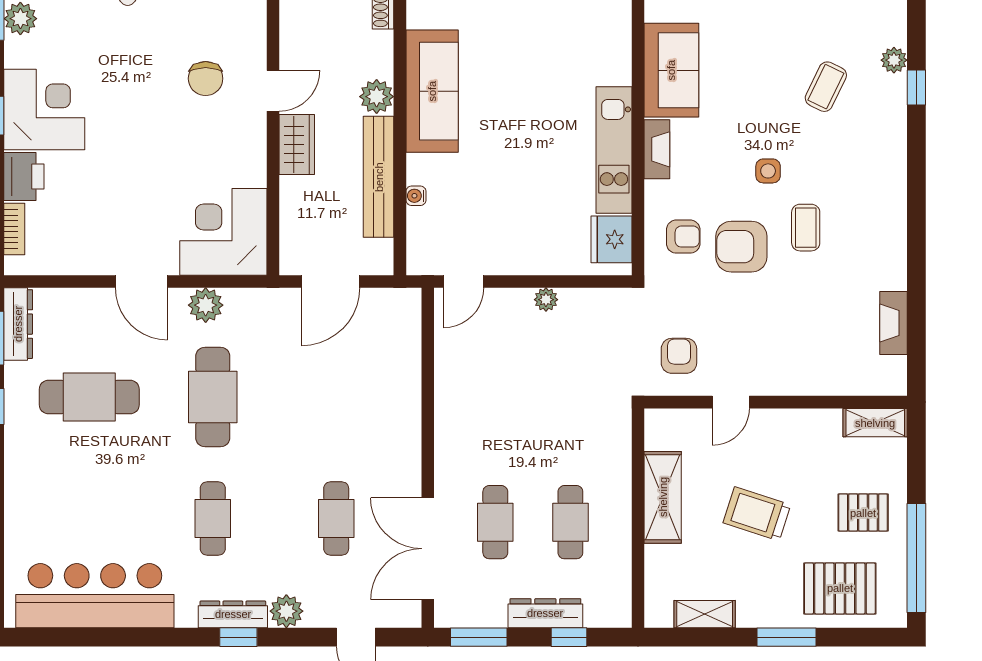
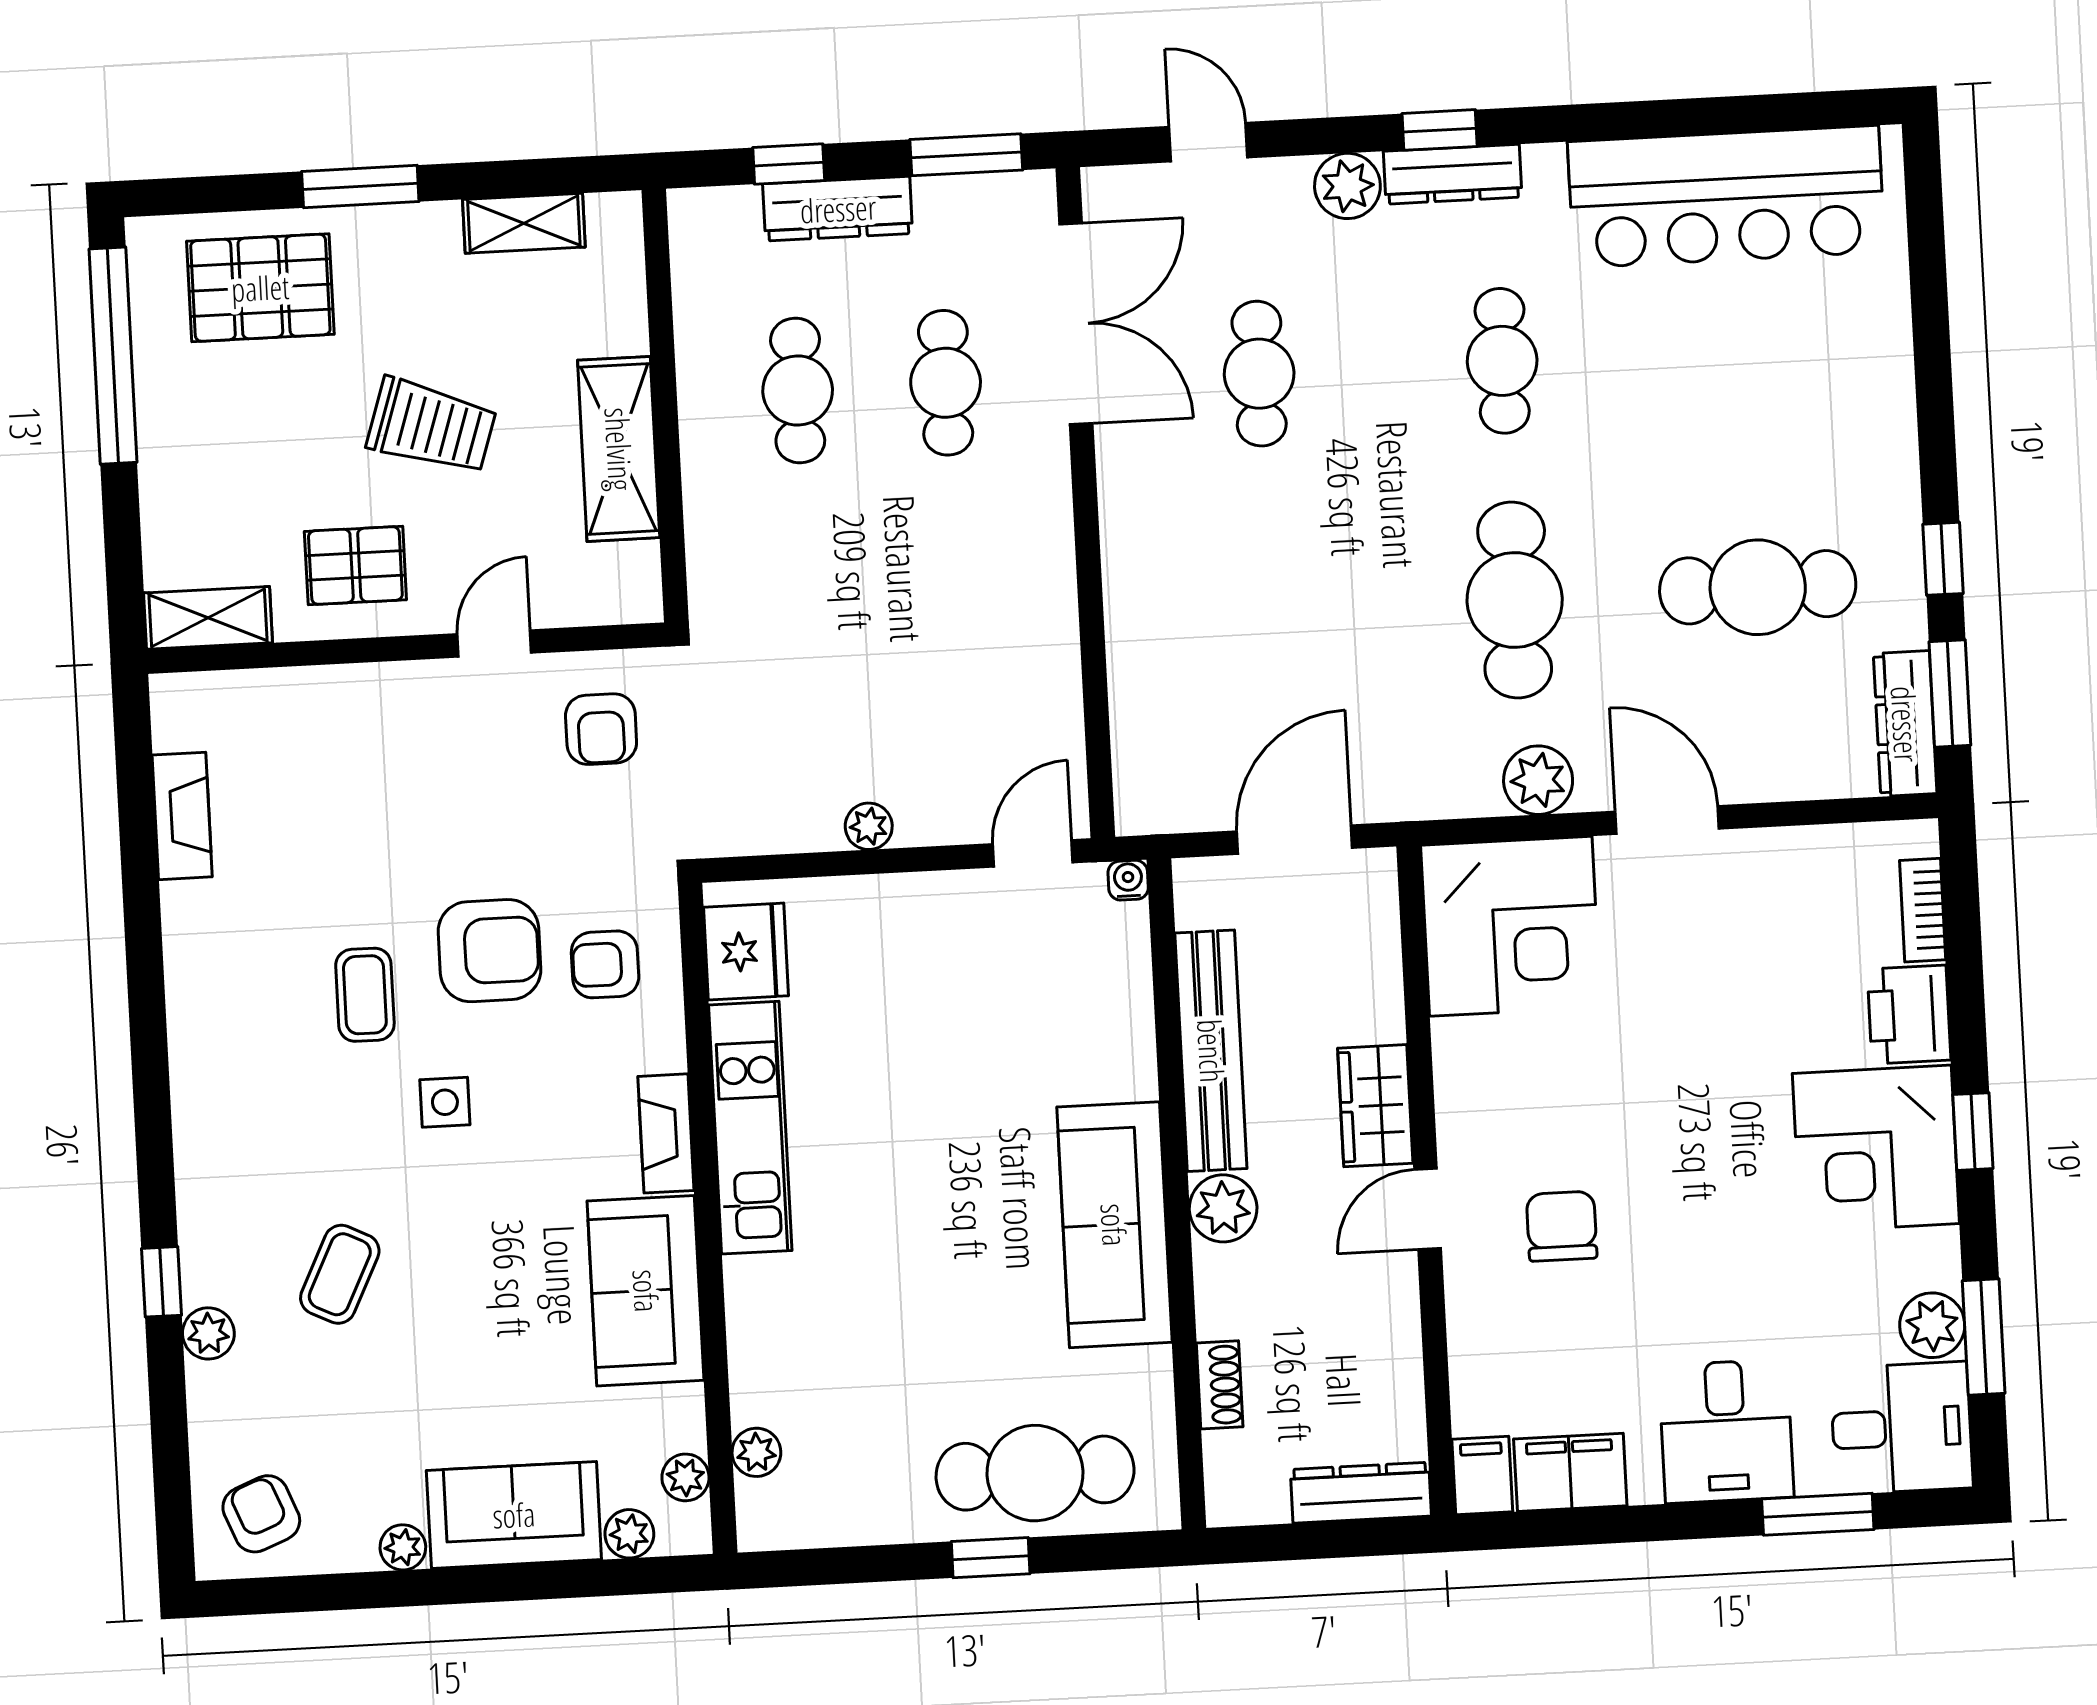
water cooler: (416, 196) -> (1128, 880), moved, turned -90
pallet: (863, 513) -> (355, 566), moved

